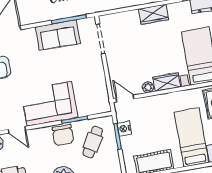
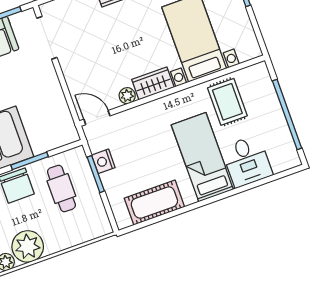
cafe table: (93, 142) -> (61, 188), turned -31

